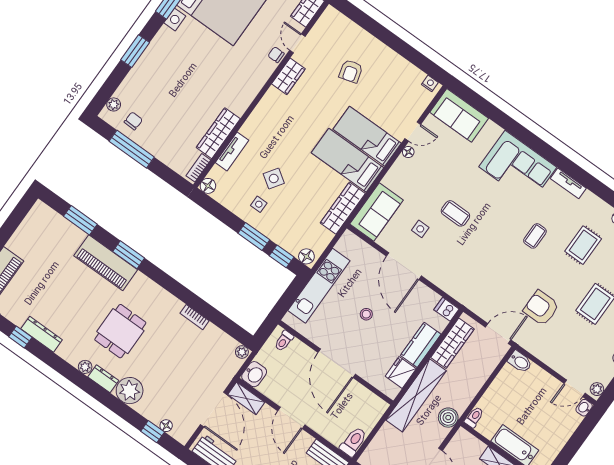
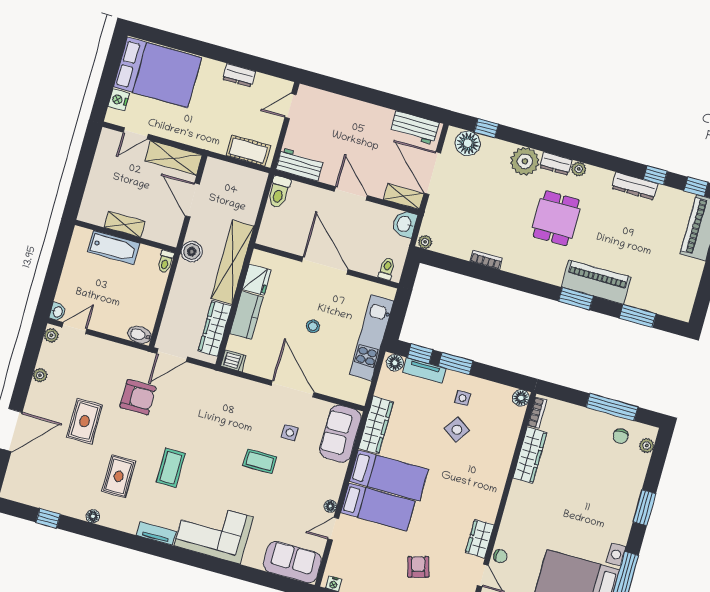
tv unit: (232, 151) -> (424, 370), moved, turned -90
coffee table: (535, 236) -> (171, 468), width x1.36, depth x1.30
floor lamp: (166, 426) -> (468, 143), width x1.89, depth x1.89

